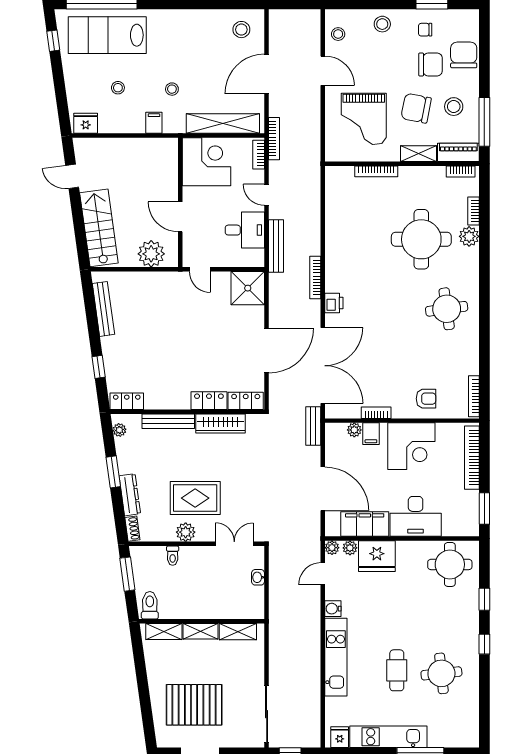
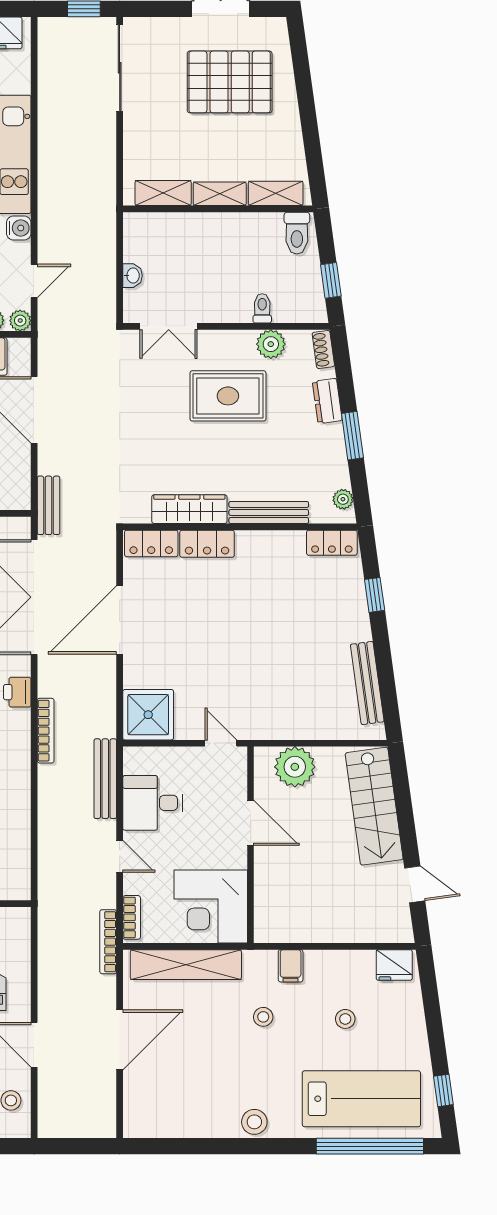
stool: (241, 30) -> (254, 1122), moved
dresser: (130, 495) -> (327, 401), width x0.70
plant: (186, 532) -> (271, 344), moved
window: (127, 574) -> (331, 280), width x0.67

